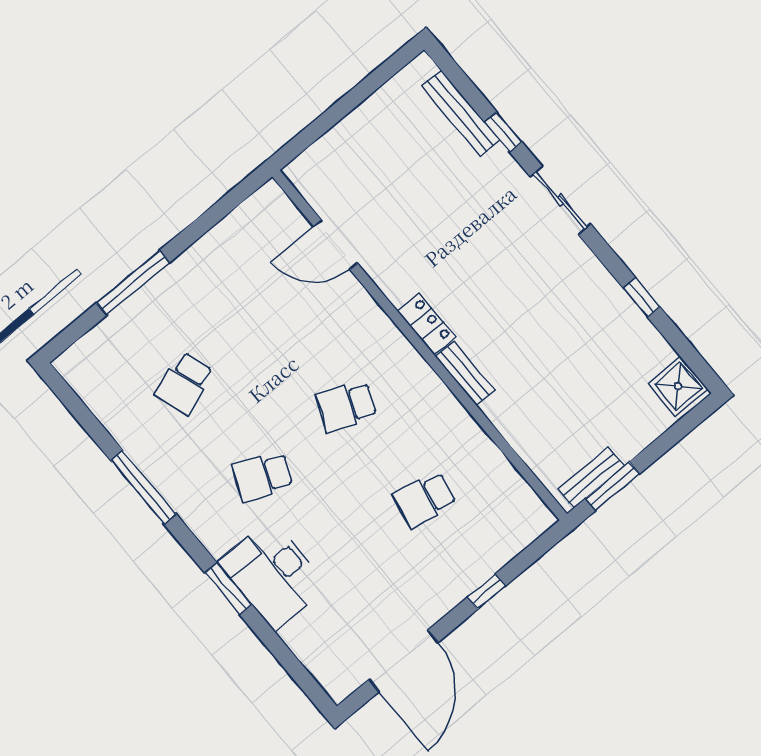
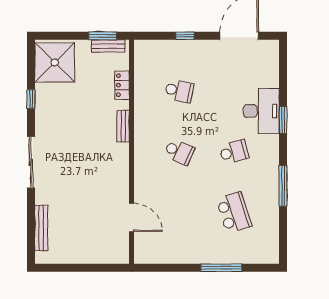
window: (503, 132) -> (31, 207), removed
sliding door: (560, 200) -> (31, 162), width x1.37
locker: (427, 324) -> (122, 85), moved
school desk: (185, 383) -> (234, 213), width x1.85
shower: (678, 386) -> (55, 62), width x1.86, depth x1.86
school desk: (263, 477) -> (234, 152), turned -39

